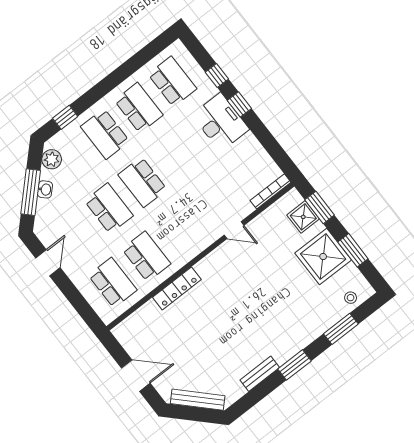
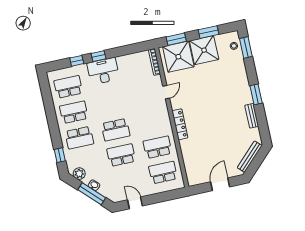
shower: (303, 217) -> (178, 57), width x1.86, depth x1.86
locker: (177, 288) -> (180, 124), moved
window: (341, 329) -> (246, 48), moved

